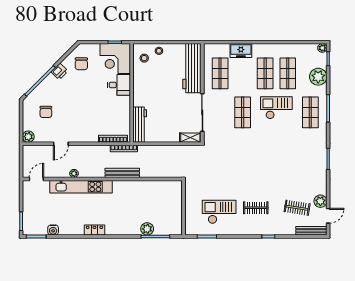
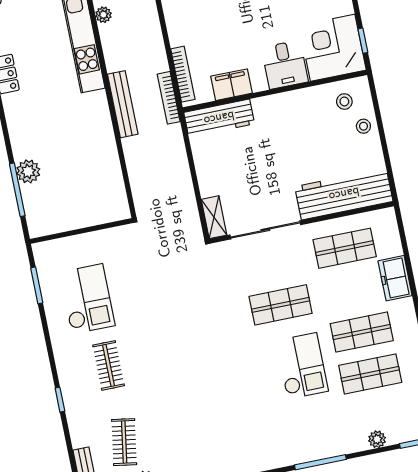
plant: (318, 77) -> (377, 439), width x0.53, depth x0.53
shop shelf: (310, 112) -> (306, 431), removed
filing cabinet: (124, 115) -> (232, 85), added

